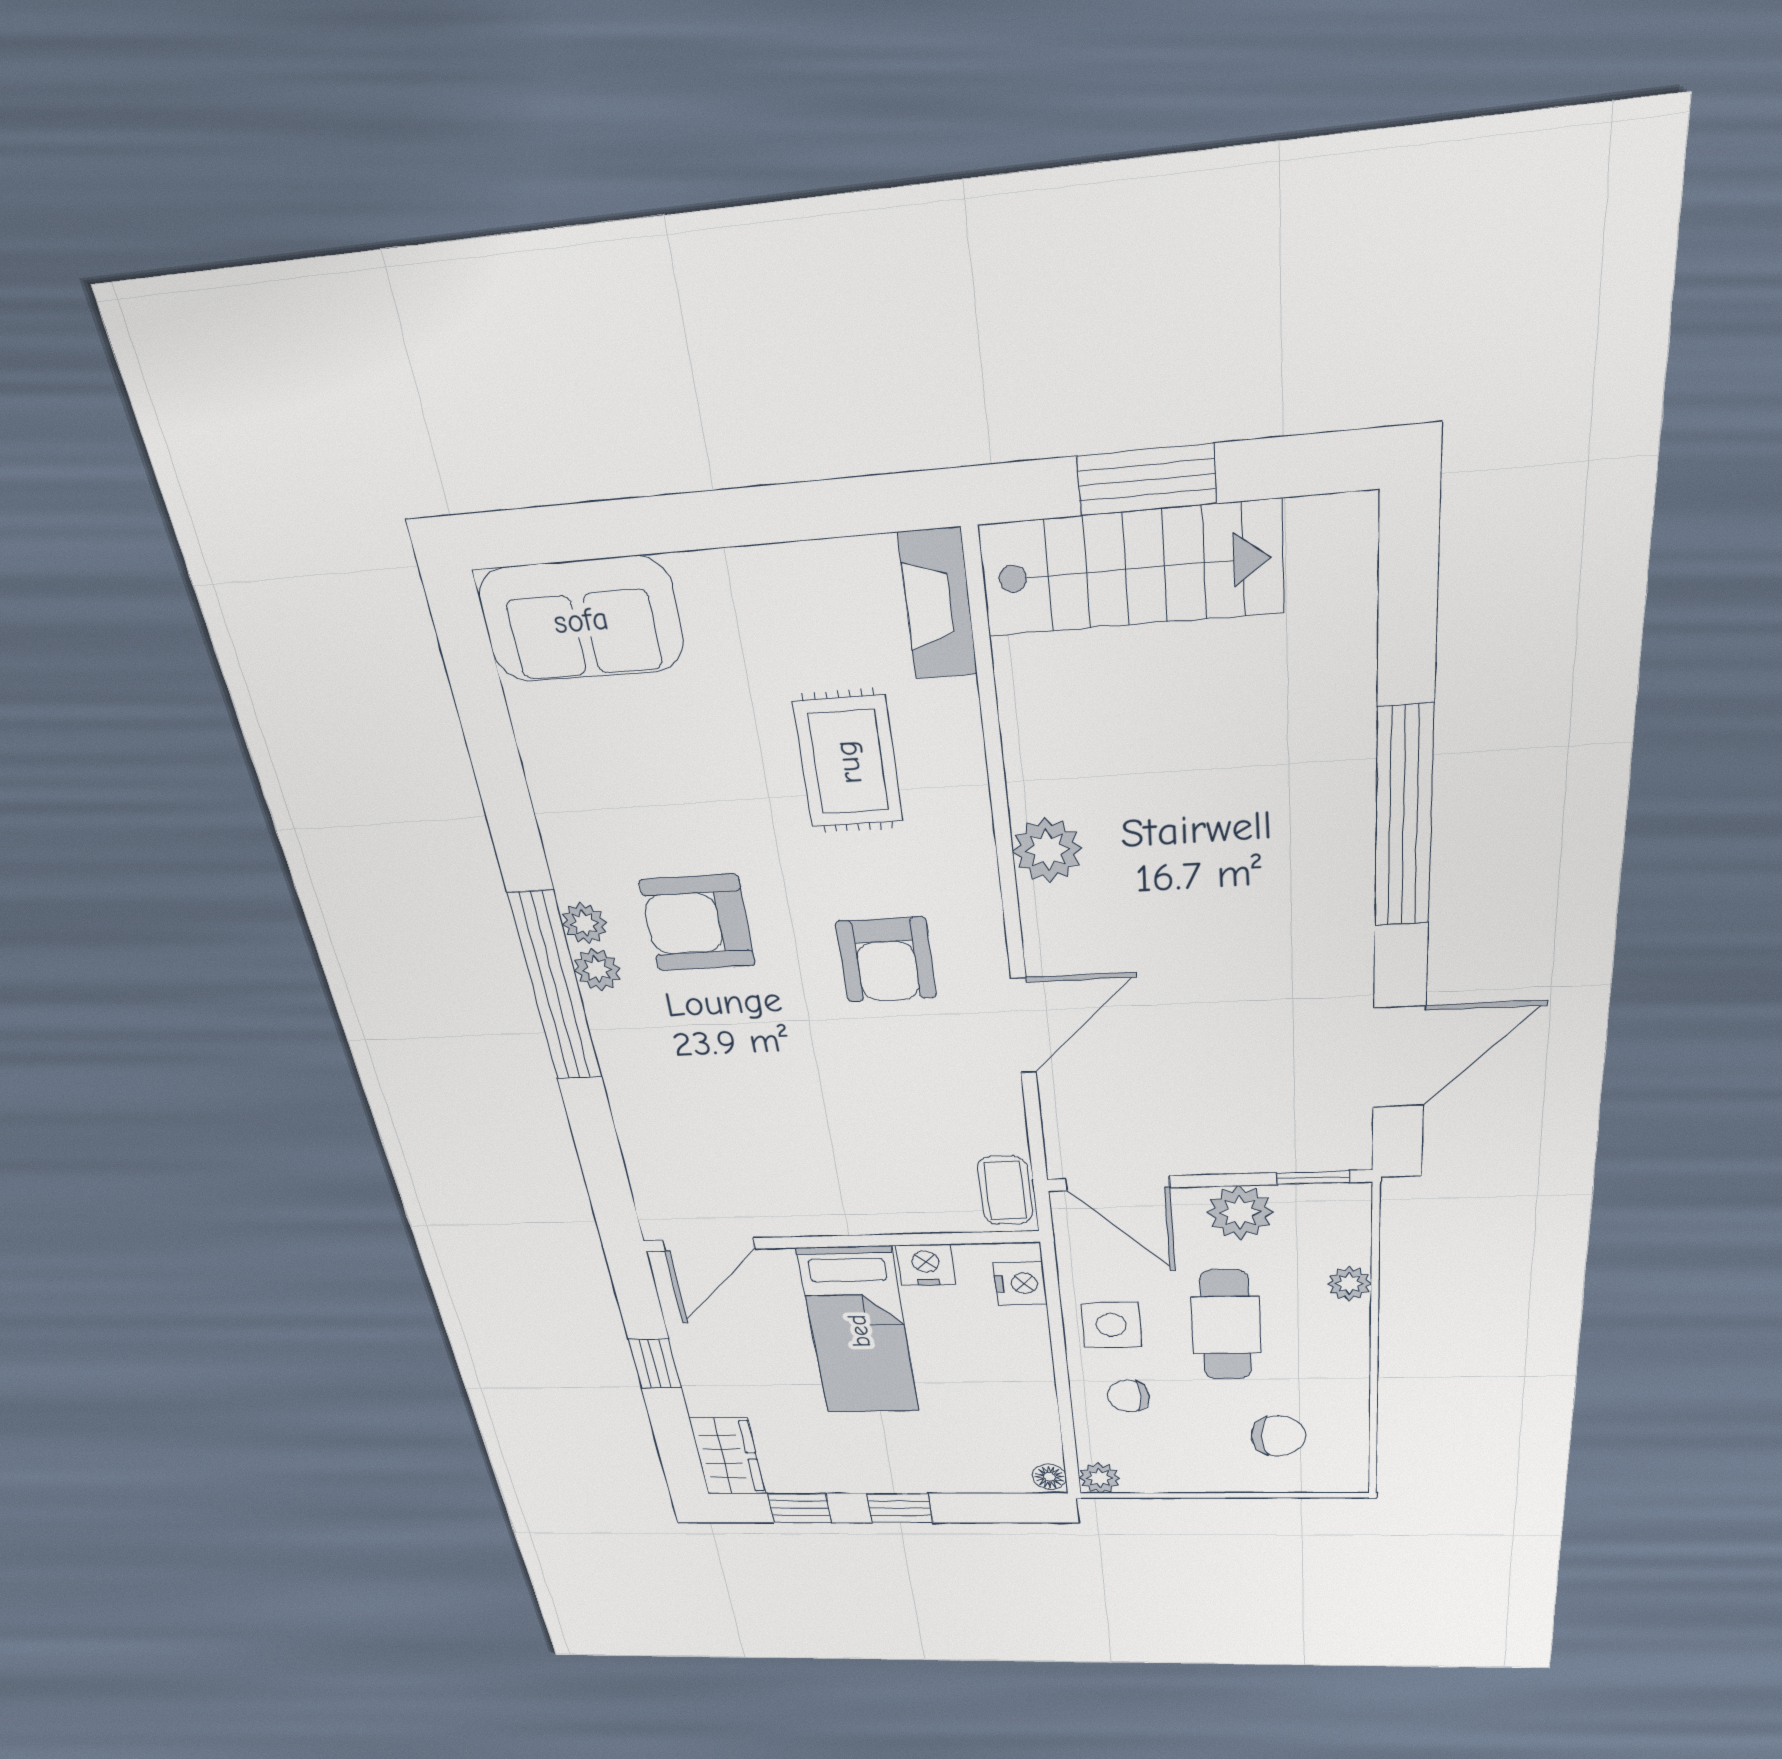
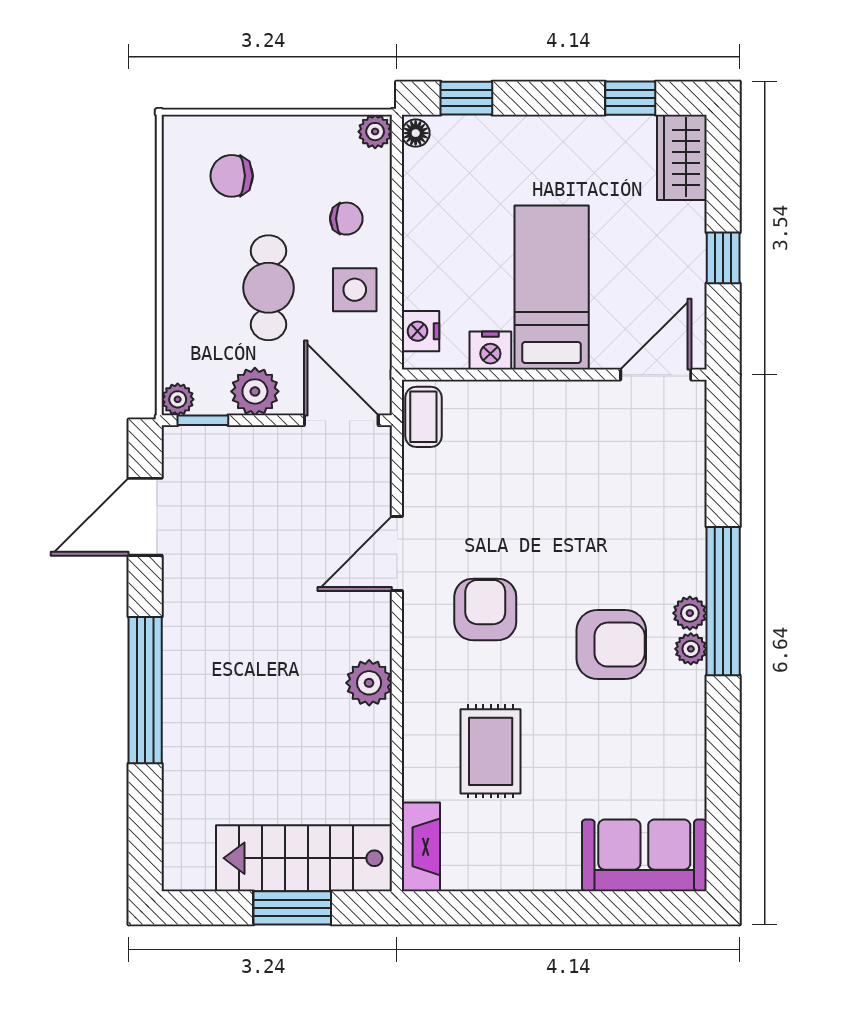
plant: (1349, 1284) -> (178, 399), moved
window: (900, 1508) -> (466, 98), moved

